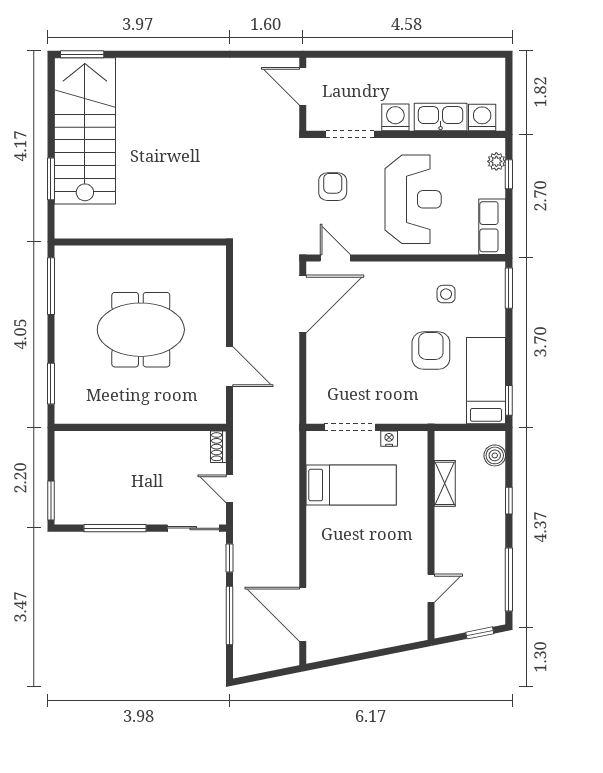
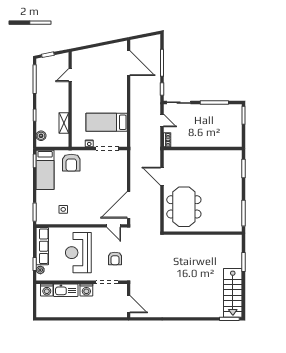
stairs: (85, 131) -> (233, 293), width x0.73, depth x0.66
row of seats: (492, 227) -> (42, 246), width x1.48
meeting table: (141, 330) -> (184, 207), moved, turned 90
armchair: (431, 351) -> (71, 163), moved

